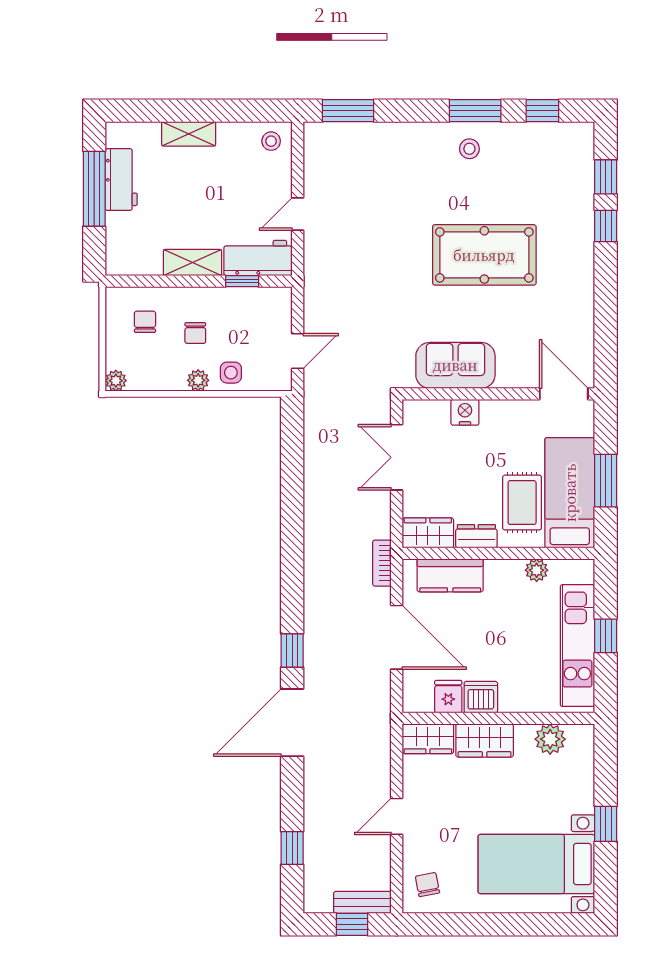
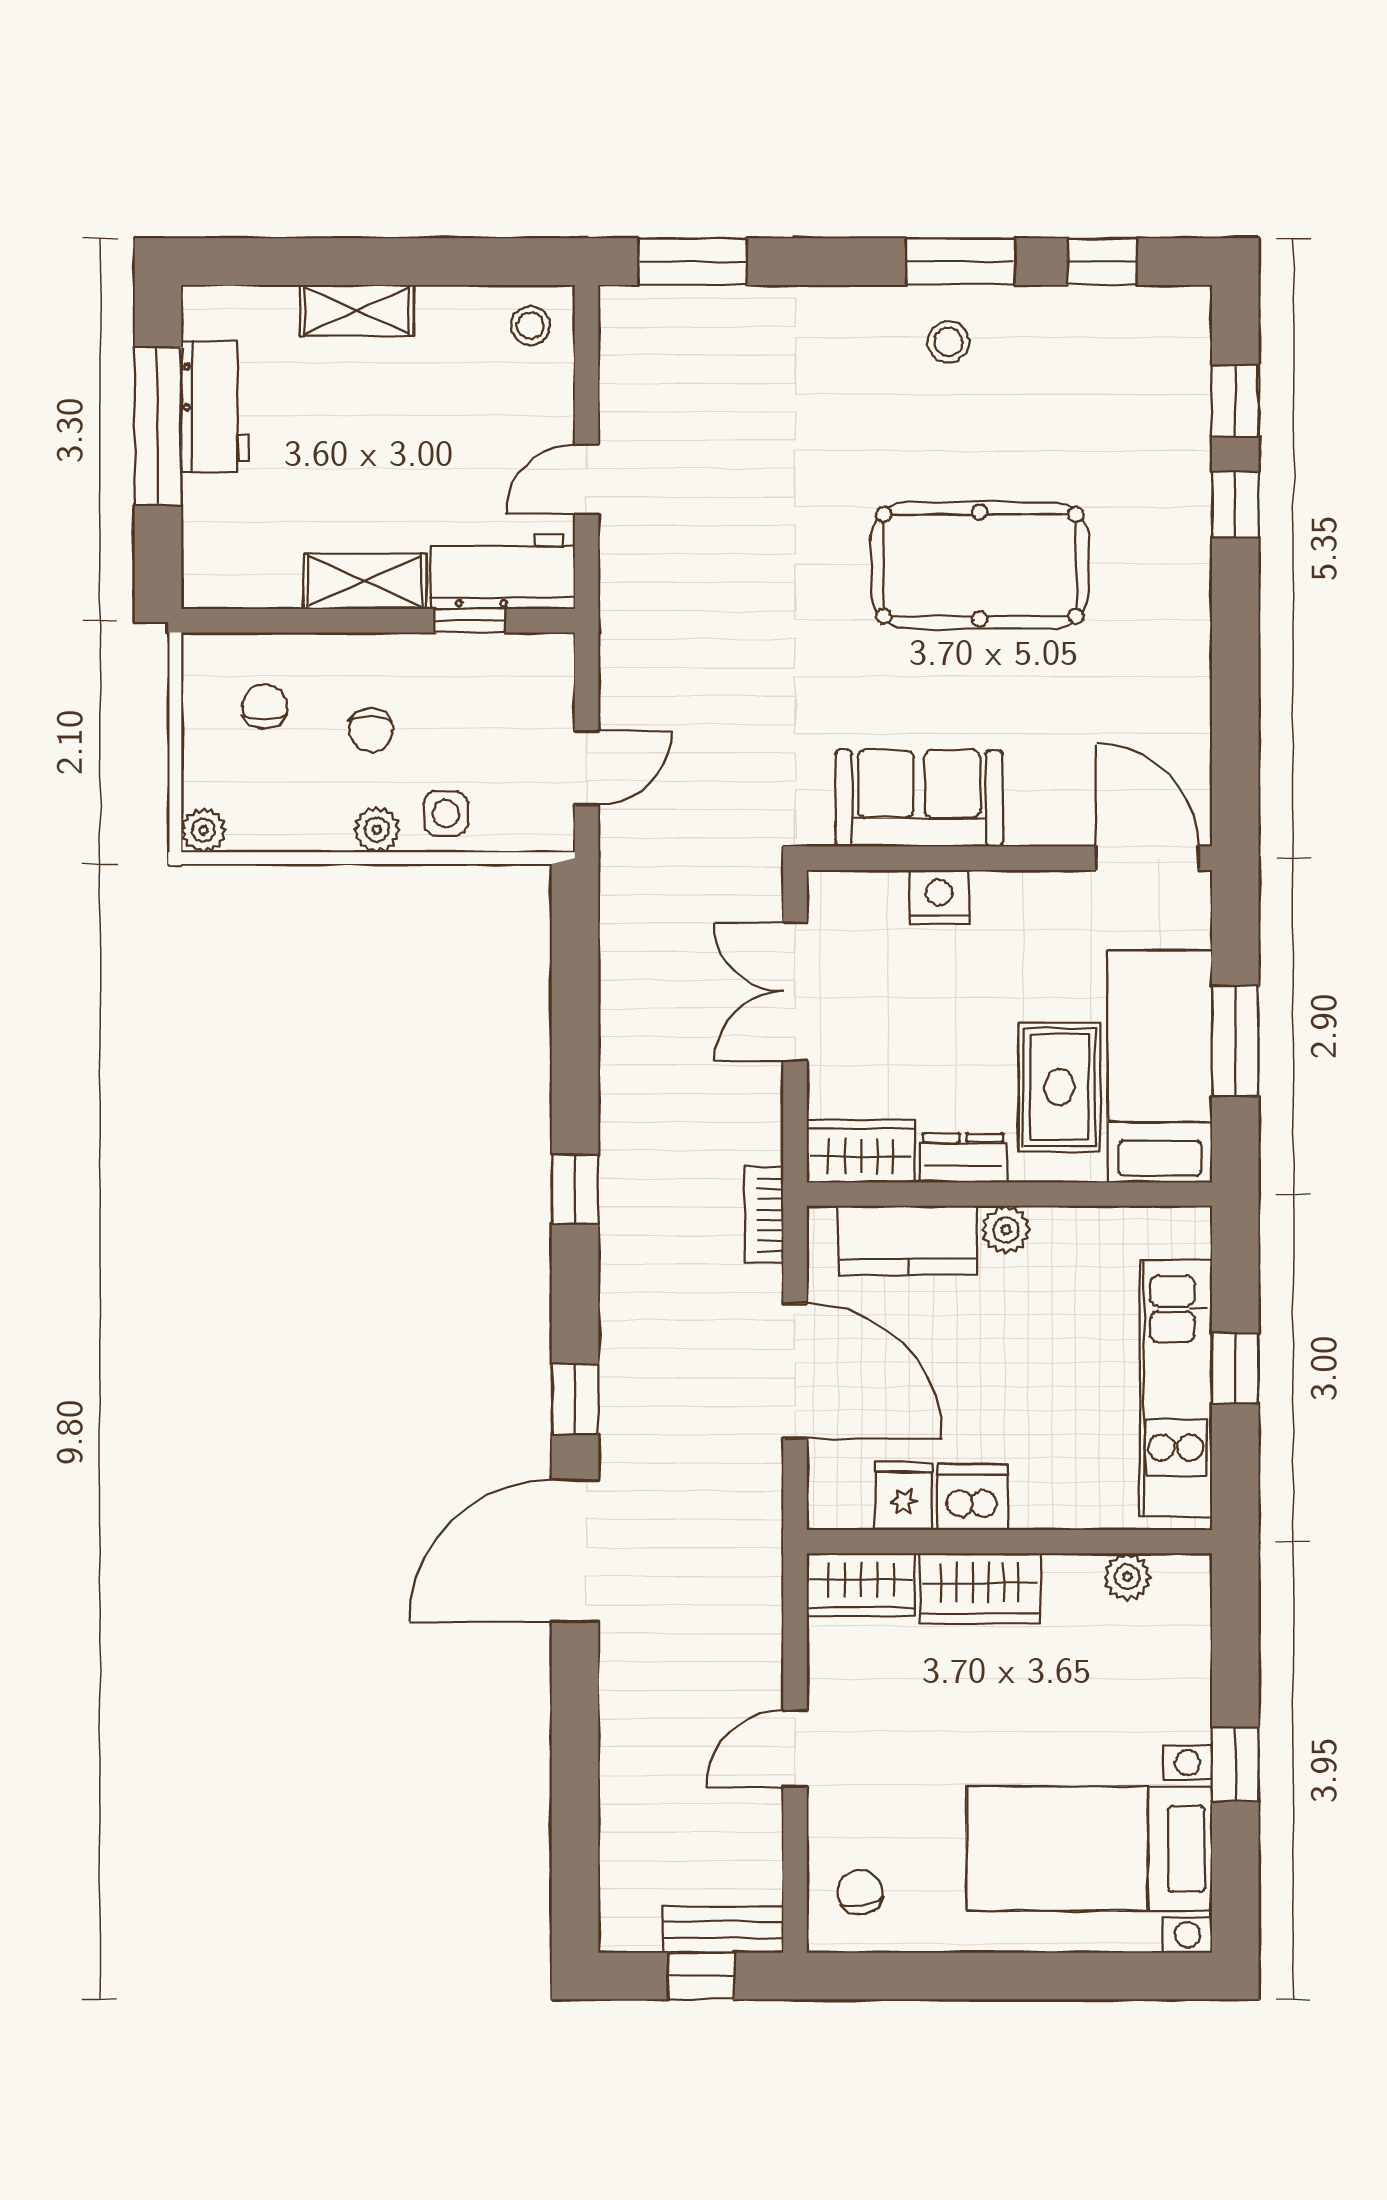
plant: (537, 570) -> (1006, 1230), moved
plant: (550, 739) -> (1127, 1577), width x0.73, depth x0.73
window: (292, 848) -> (575, 1189), moved

